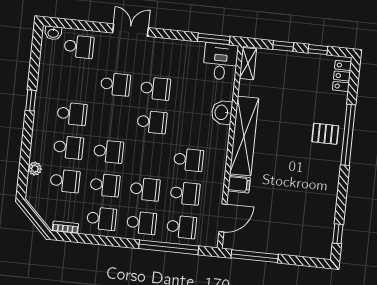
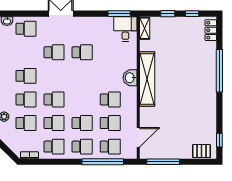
washbasin: (222, 112) -> (130, 78), moved
school desk: (152, 122) -> (82, 76), removed
pallet: (325, 134) -> (201, 151), moved
filing cabinet: (239, 184) -> (147, 113), removed

